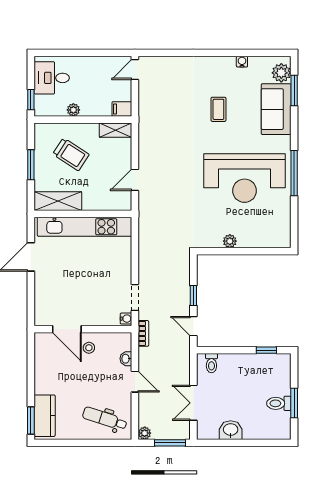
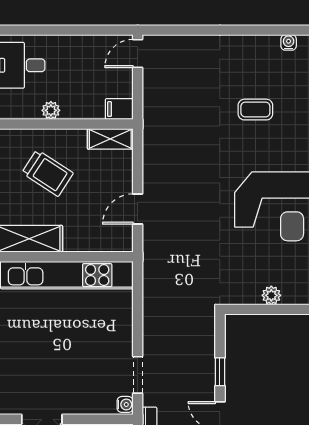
coffee table: (218, 109) -> (255, 110), turned 90

